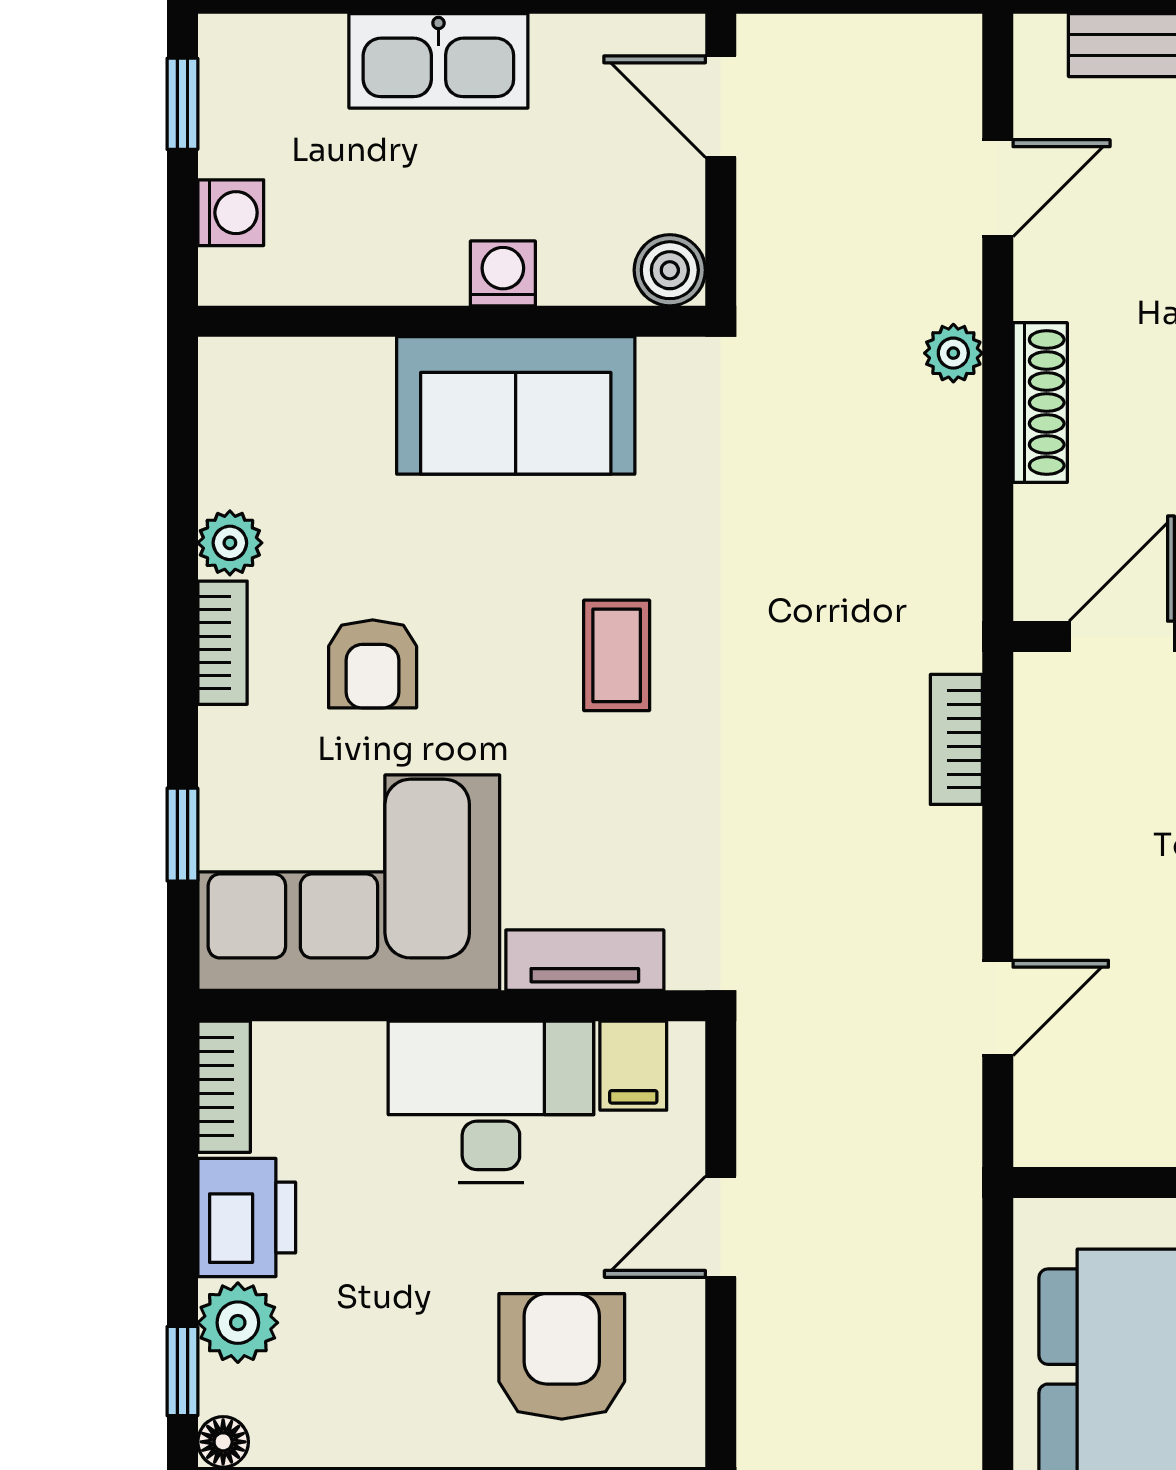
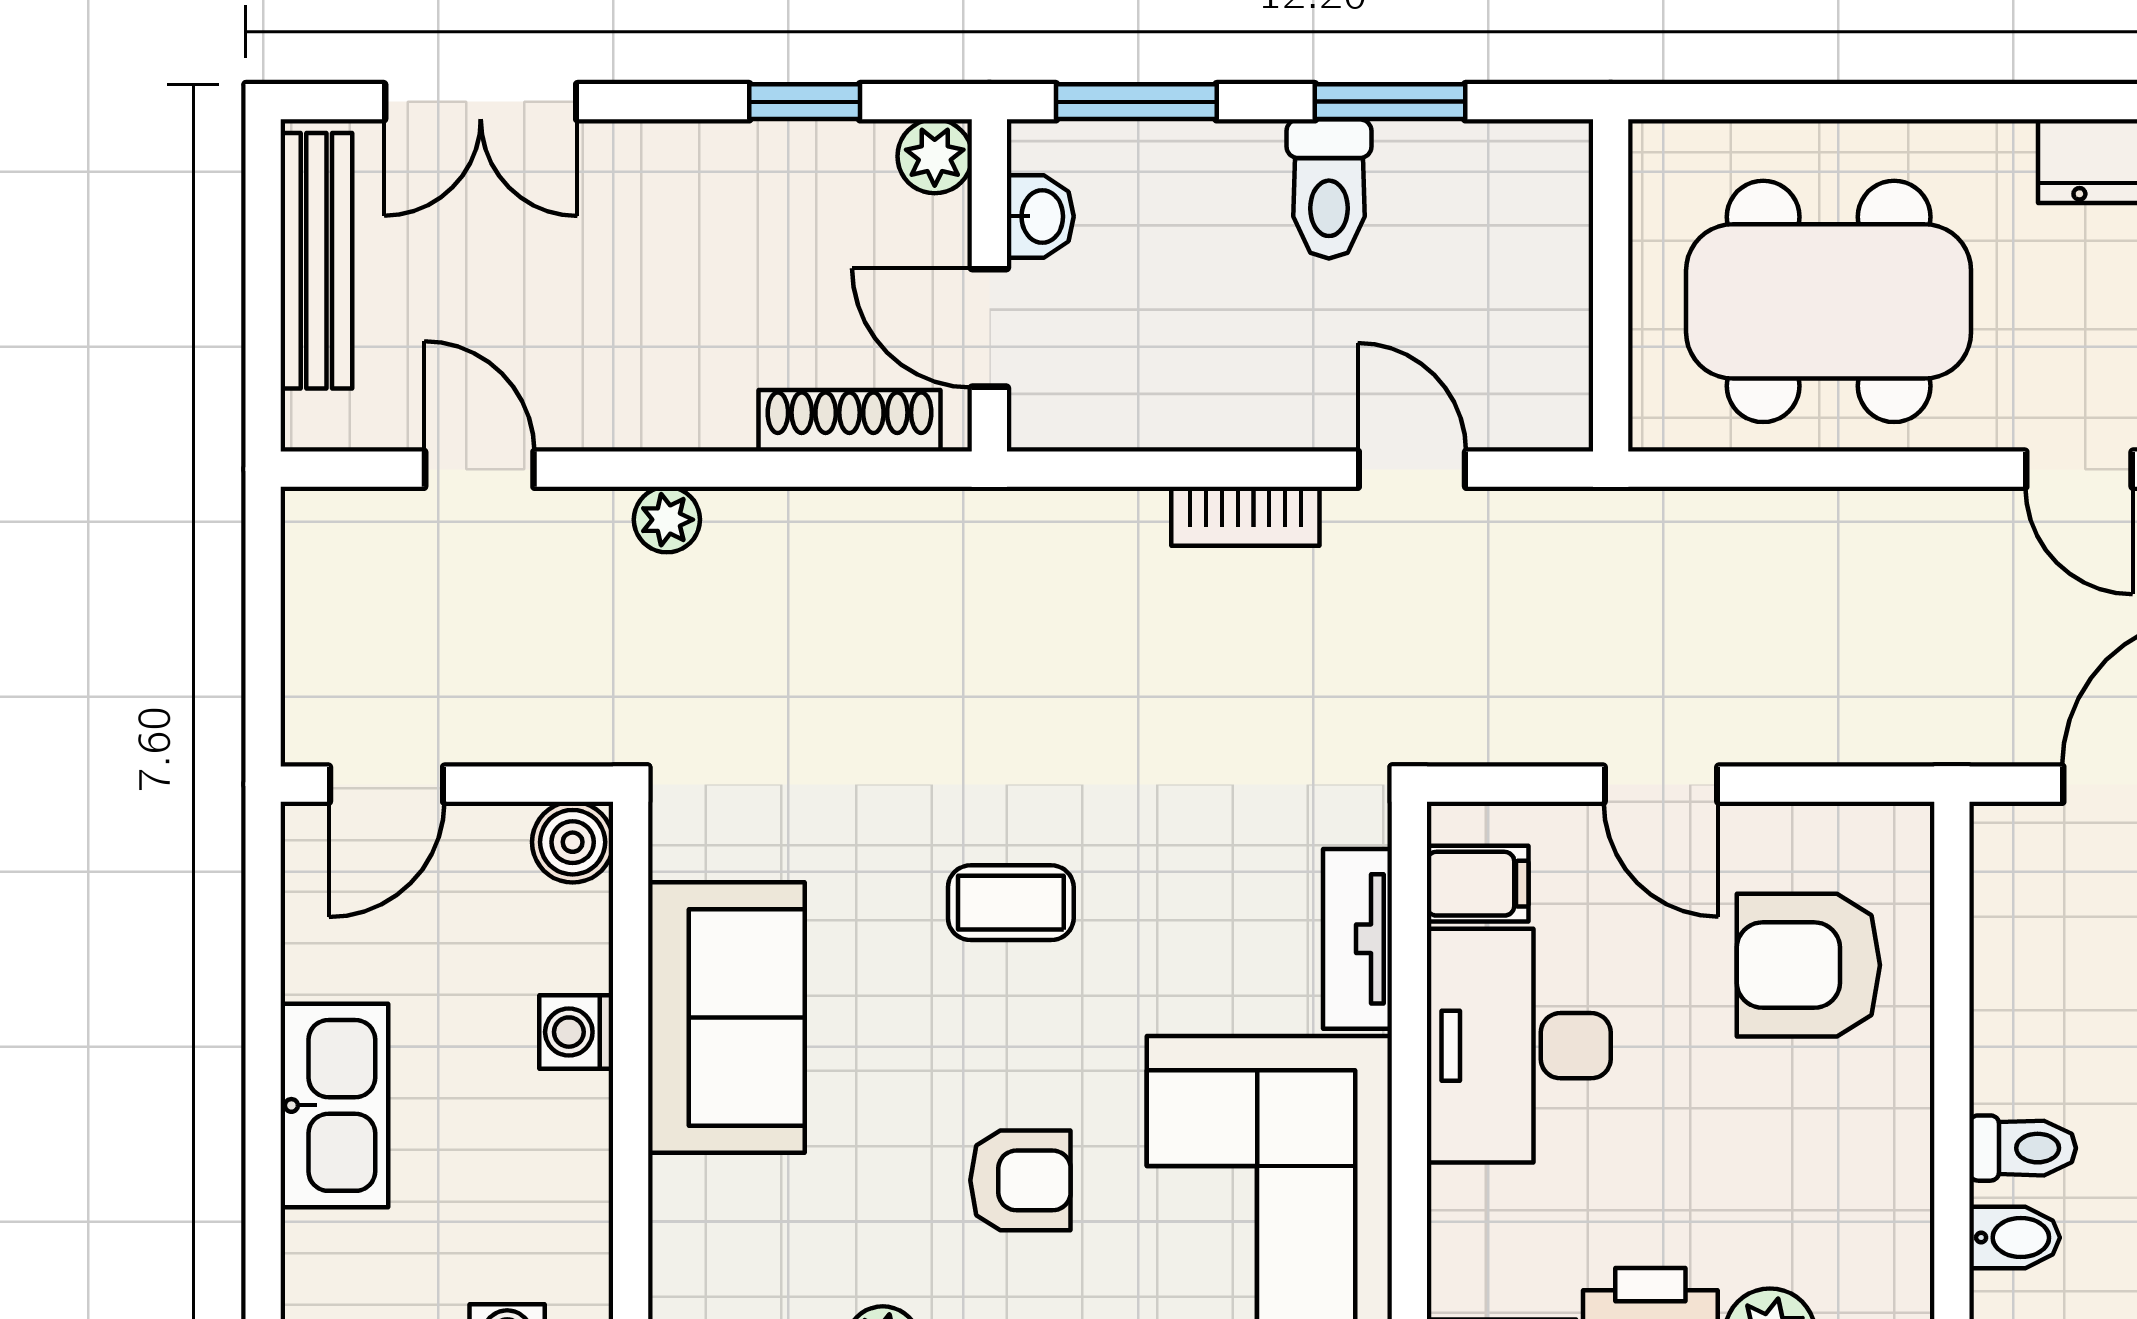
shoe rack: (1040, 403) -> (850, 421), moved
bookcase: (956, 739) -> (1245, 516), moved

